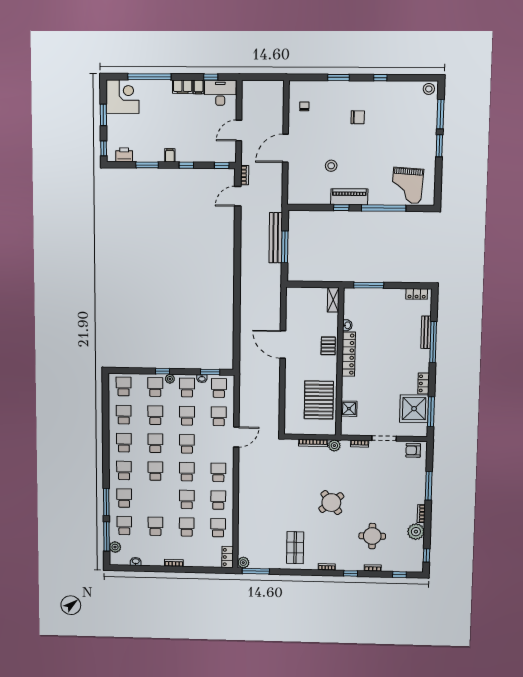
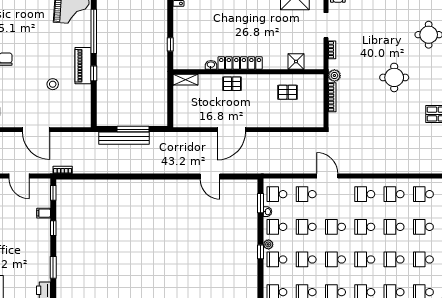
filing cabinet: (170, 155) -> (44, 213), moved
door: (238, 196) -> (210, 177), moved
window: (369, 285) -> (170, 44), width x0.46
pallet: (319, 400) -> (288, 92), width x0.49, depth x0.50
school desk: (155, 499) -> (394, 259), added
round table: (331, 503) -> (394, 77), turned 38

